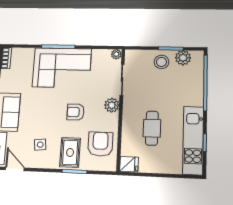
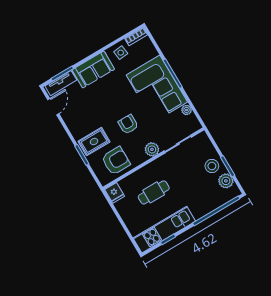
plant: (116, 54) -> (187, 110), moved
side table: (40, 145) -> (121, 53), moved

